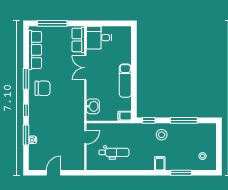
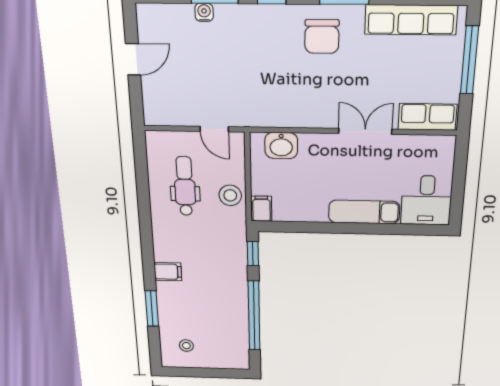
desk: (99, 38) -> (426, 200), moved, turned 180
exam couch: (125, 81) -> (364, 212), moved
window: (184, 120) -> (254, 316), width x1.46
stool: (162, 135) -> (230, 195), moved
dental chair: (114, 152) -> (185, 186), turned 180
door: (54, 173) -> (133, 59), hinge flipped

